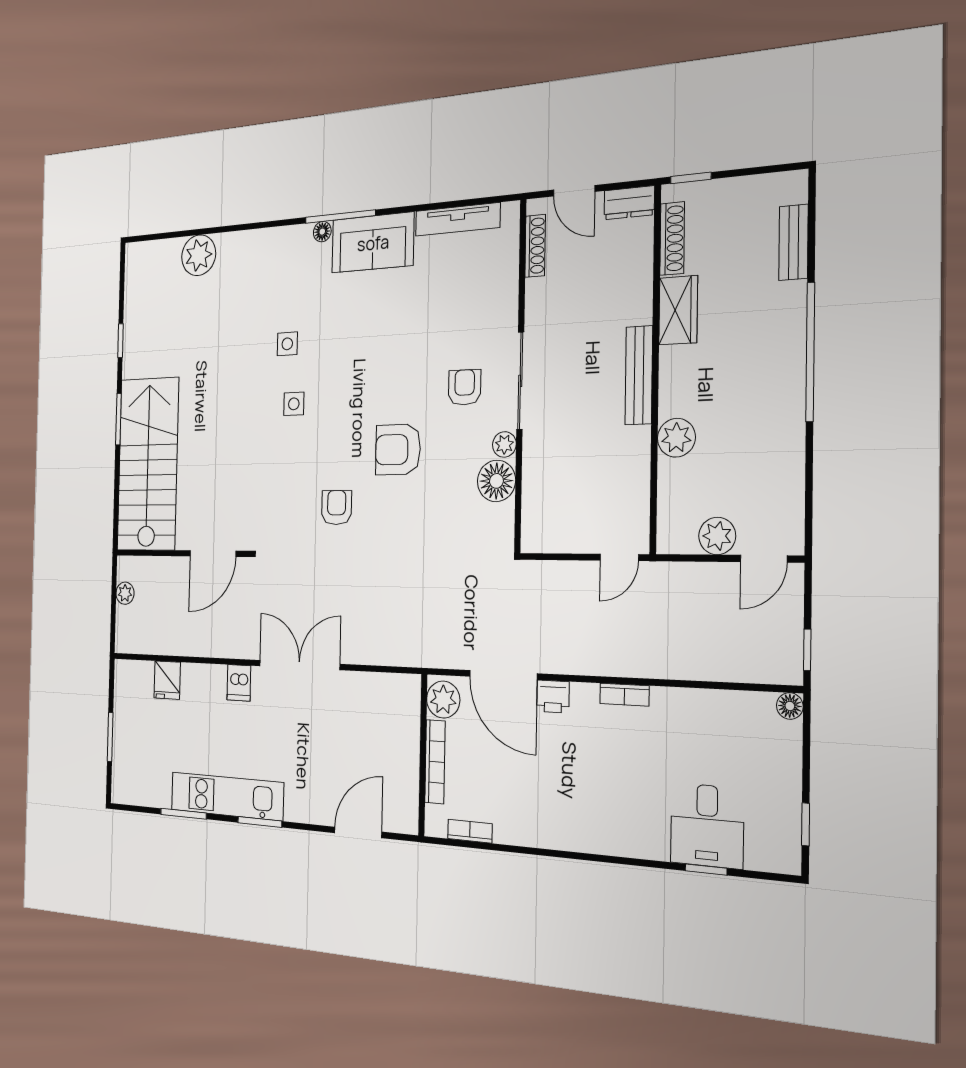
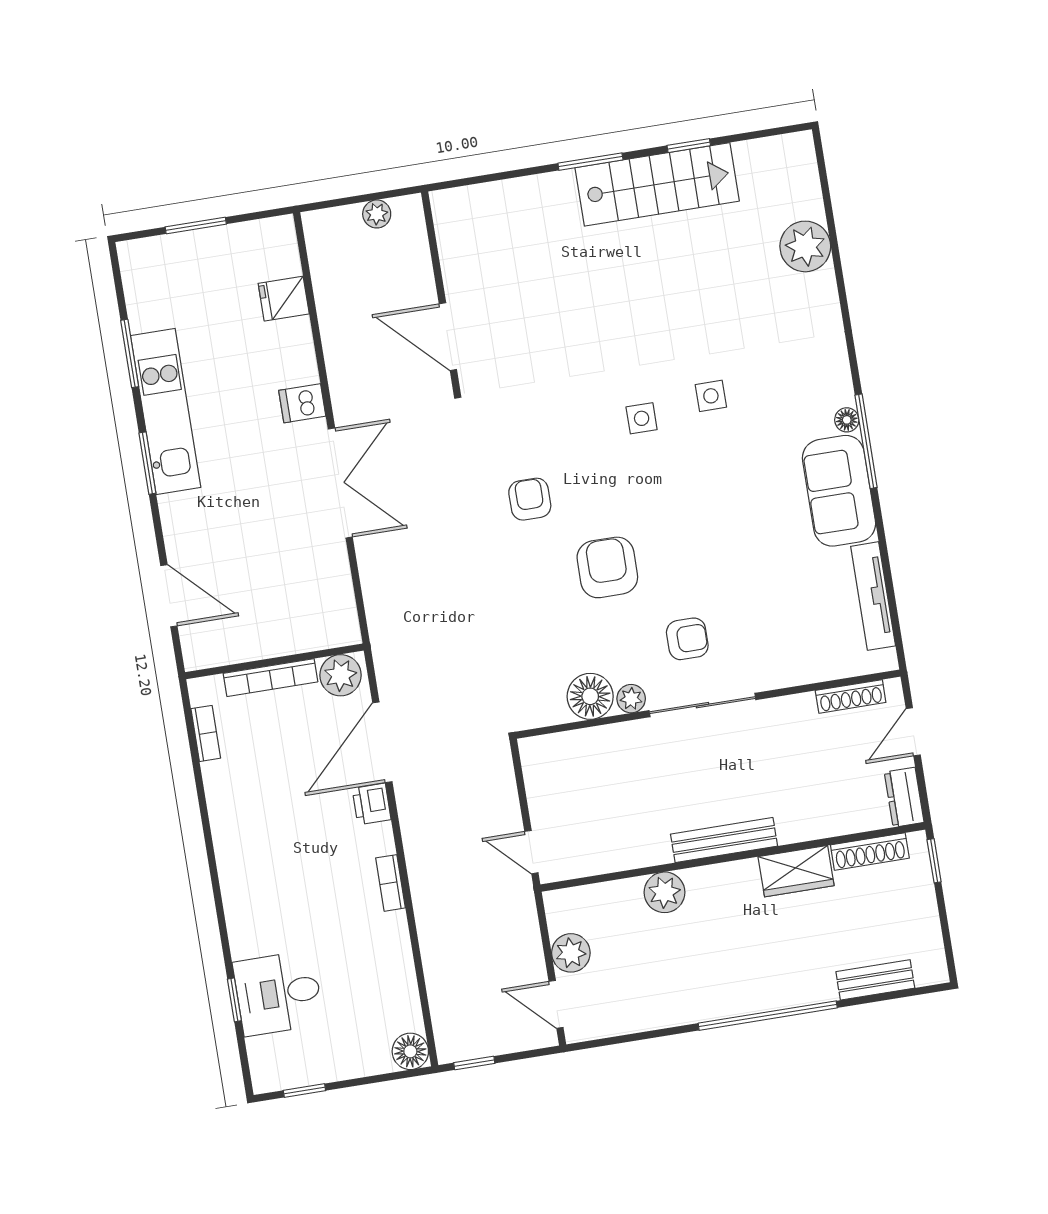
stairs: (148, 464) -> (657, 184), moved, width x0.73, depth x0.66
armchair: (337, 508) -> (530, 499), turned -90
floor lamp: (790, 706) -> (410, 1051), width x1.37, depth x1.37

